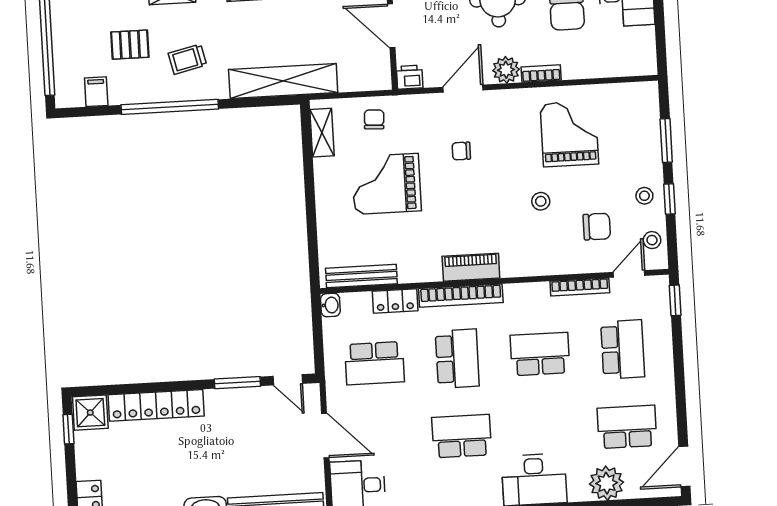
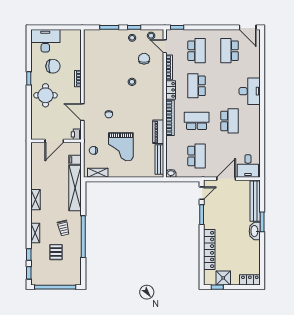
plant: (506, 70) -> (76, 93), removed
filing cabinet: (96, 92) -> (75, 160), moved
grand piano: (569, 134) -> (104, 68), removed
piano: (471, 267) -> (158, 132), moved
locker: (395, 301) -> (171, 90), moved
school desk: (623, 349) -> (197, 51), turned 90
shower: (90, 413) -> (223, 278), moved
school desk: (462, 436) -> (230, 121), turned 180
plant: (607, 483) -> (253, 61), removed

